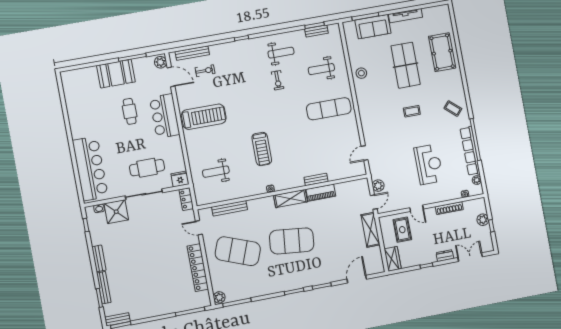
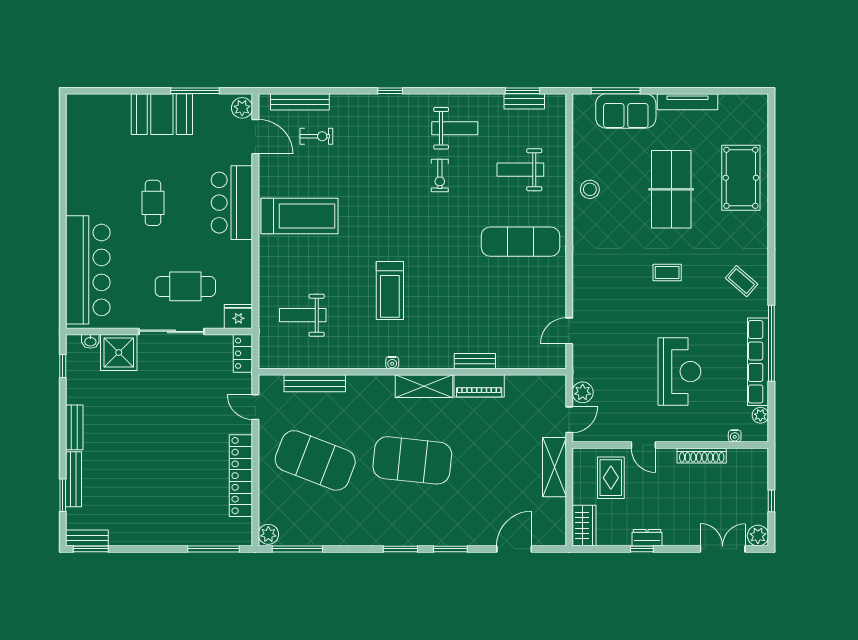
cafe table: (130, 111) -> (153, 203), moved
plant: (483, 220) -> (758, 536), moved
dresser: (445, 256) -> (647, 538), moved

